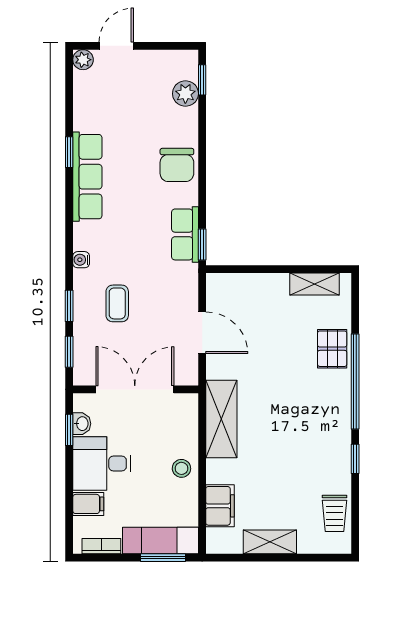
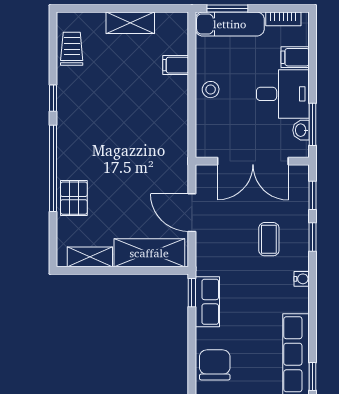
shelving: (221, 419) -> (149, 253), moved, turned 90
window: (69, 430) -> (313, 124), width x1.50
filing cabinet: (220, 506) -> (176, 65), width x0.50

